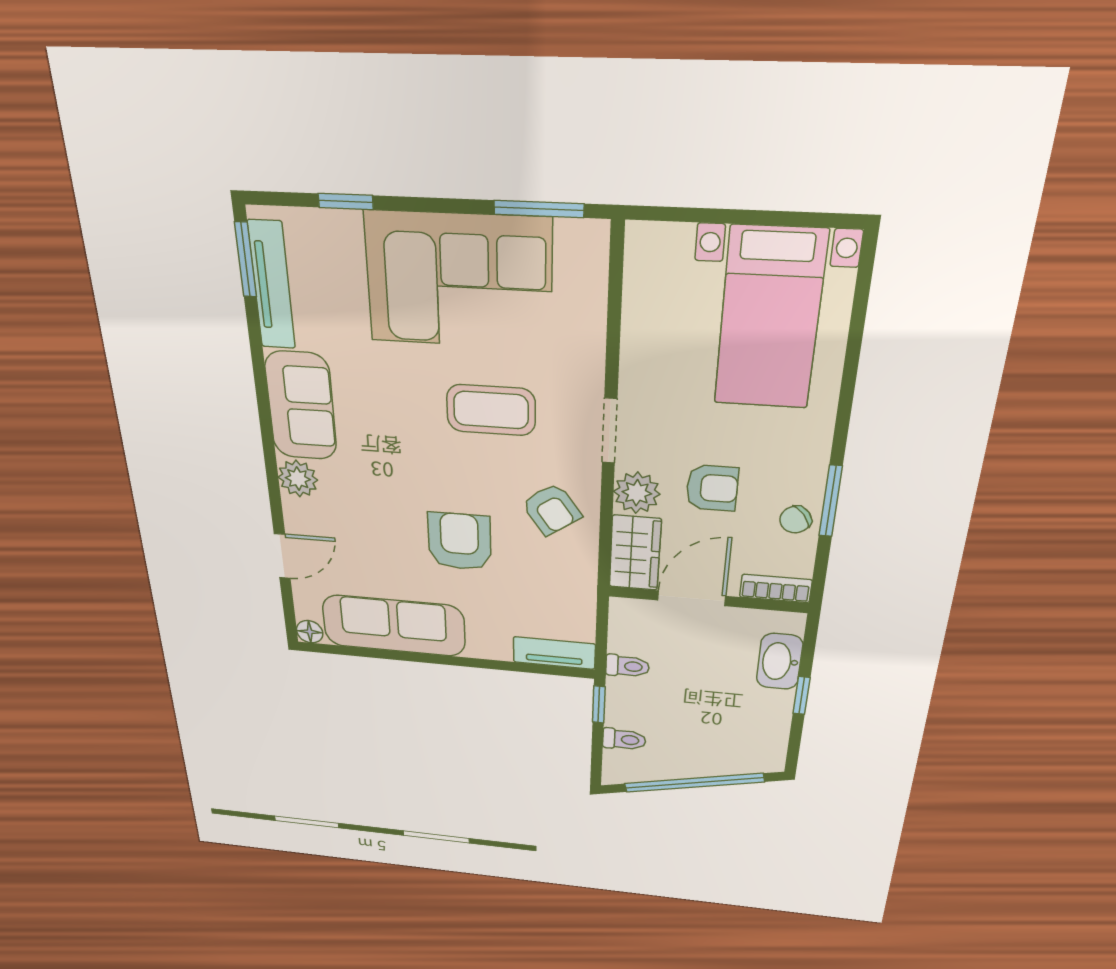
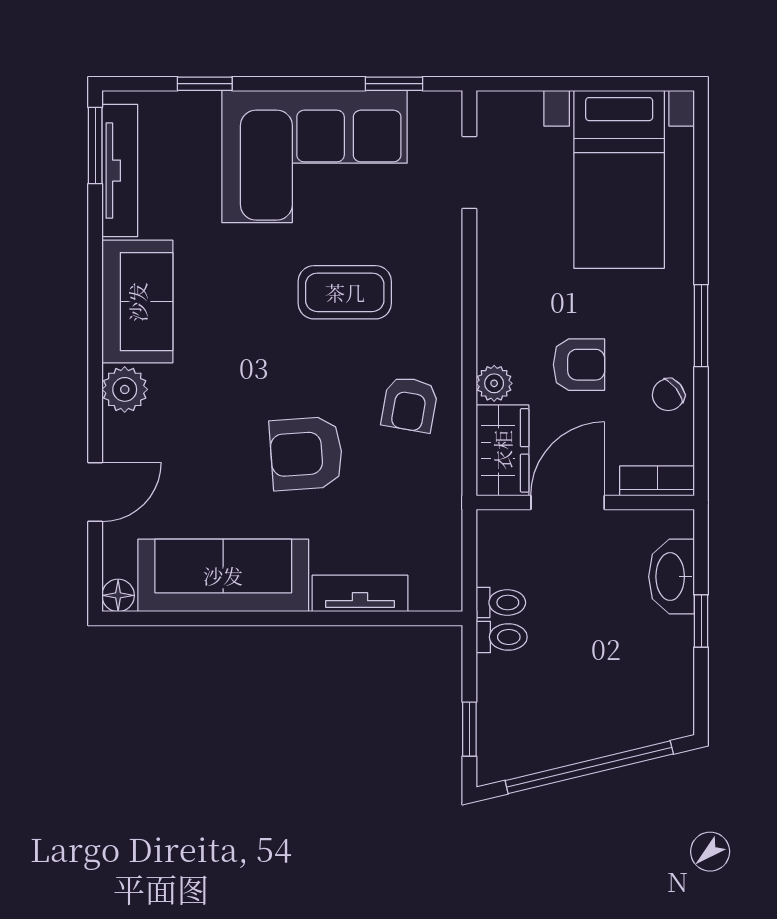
window: (539, 209) -> (394, 84), width x0.67
doorway: (610, 431) -> (469, 172), moved
plant: (637, 493) -> (494, 383), width x0.73, depth x0.73
window: (831, 501) -> (701, 326), moved
armchair: (551, 509) -> (410, 404), turned 45
armchair: (459, 541) -> (306, 454), turned -94
tv unit: (554, 653) -> (360, 593), moved
window: (599, 705) -> (469, 729), moved
toilet: (624, 739) -> (502, 637), moved

